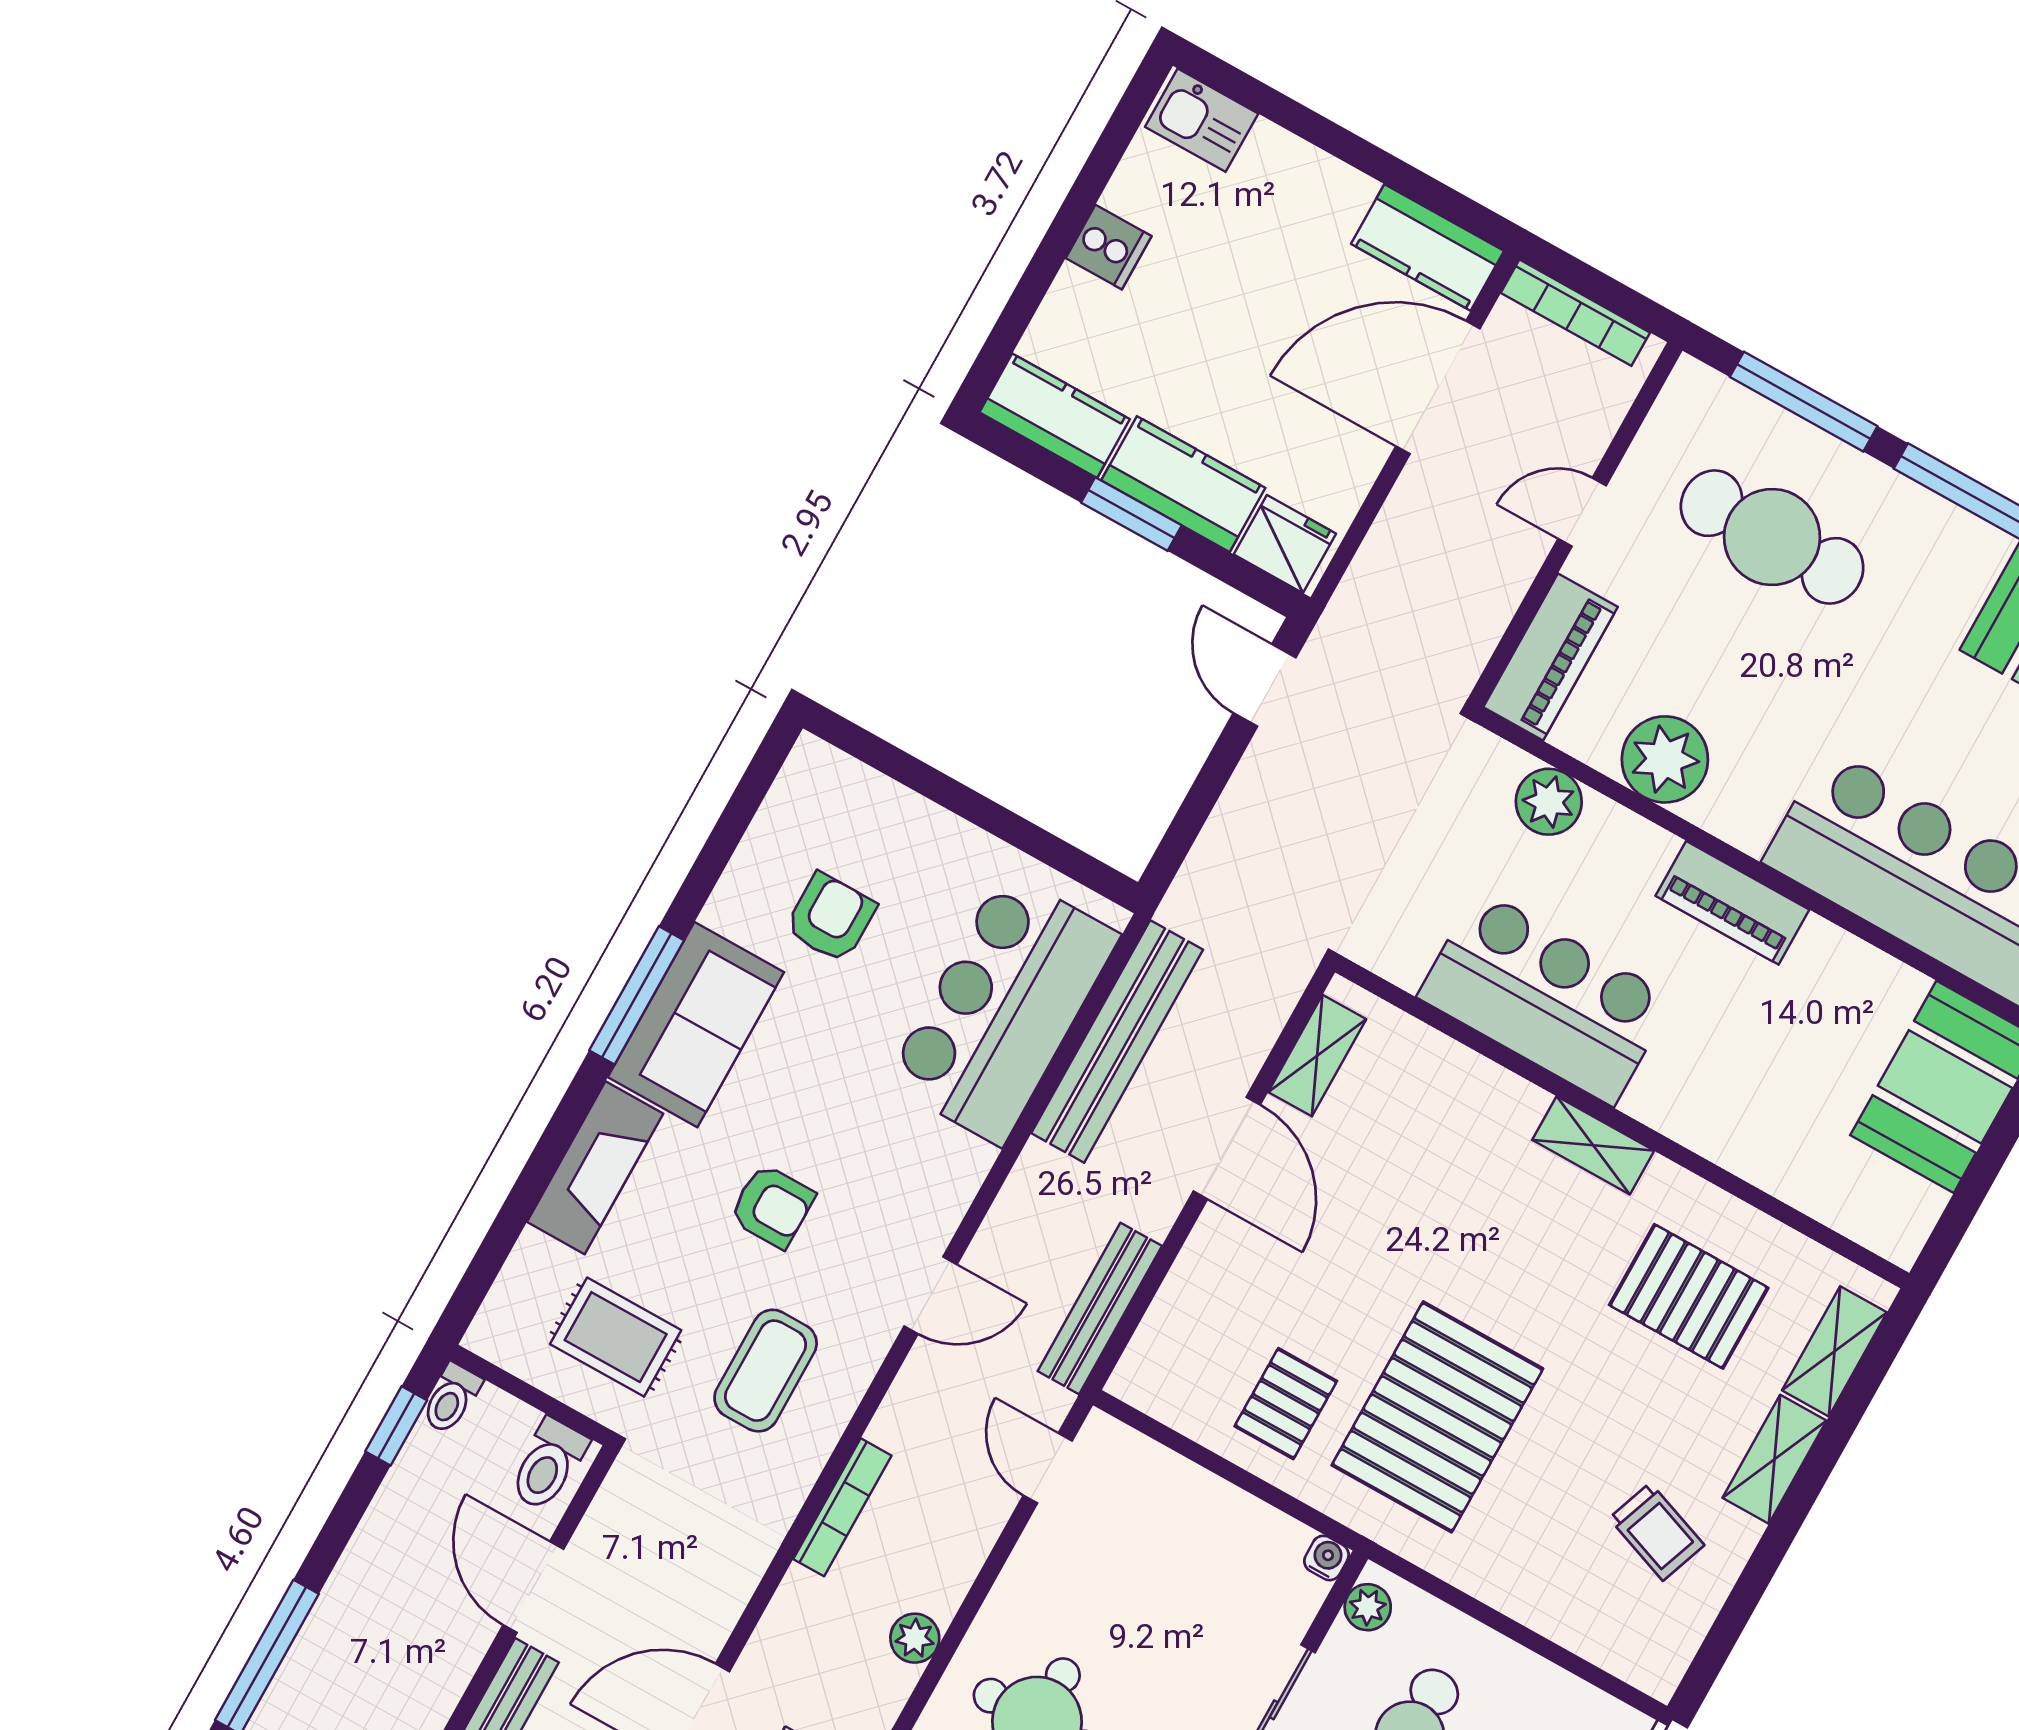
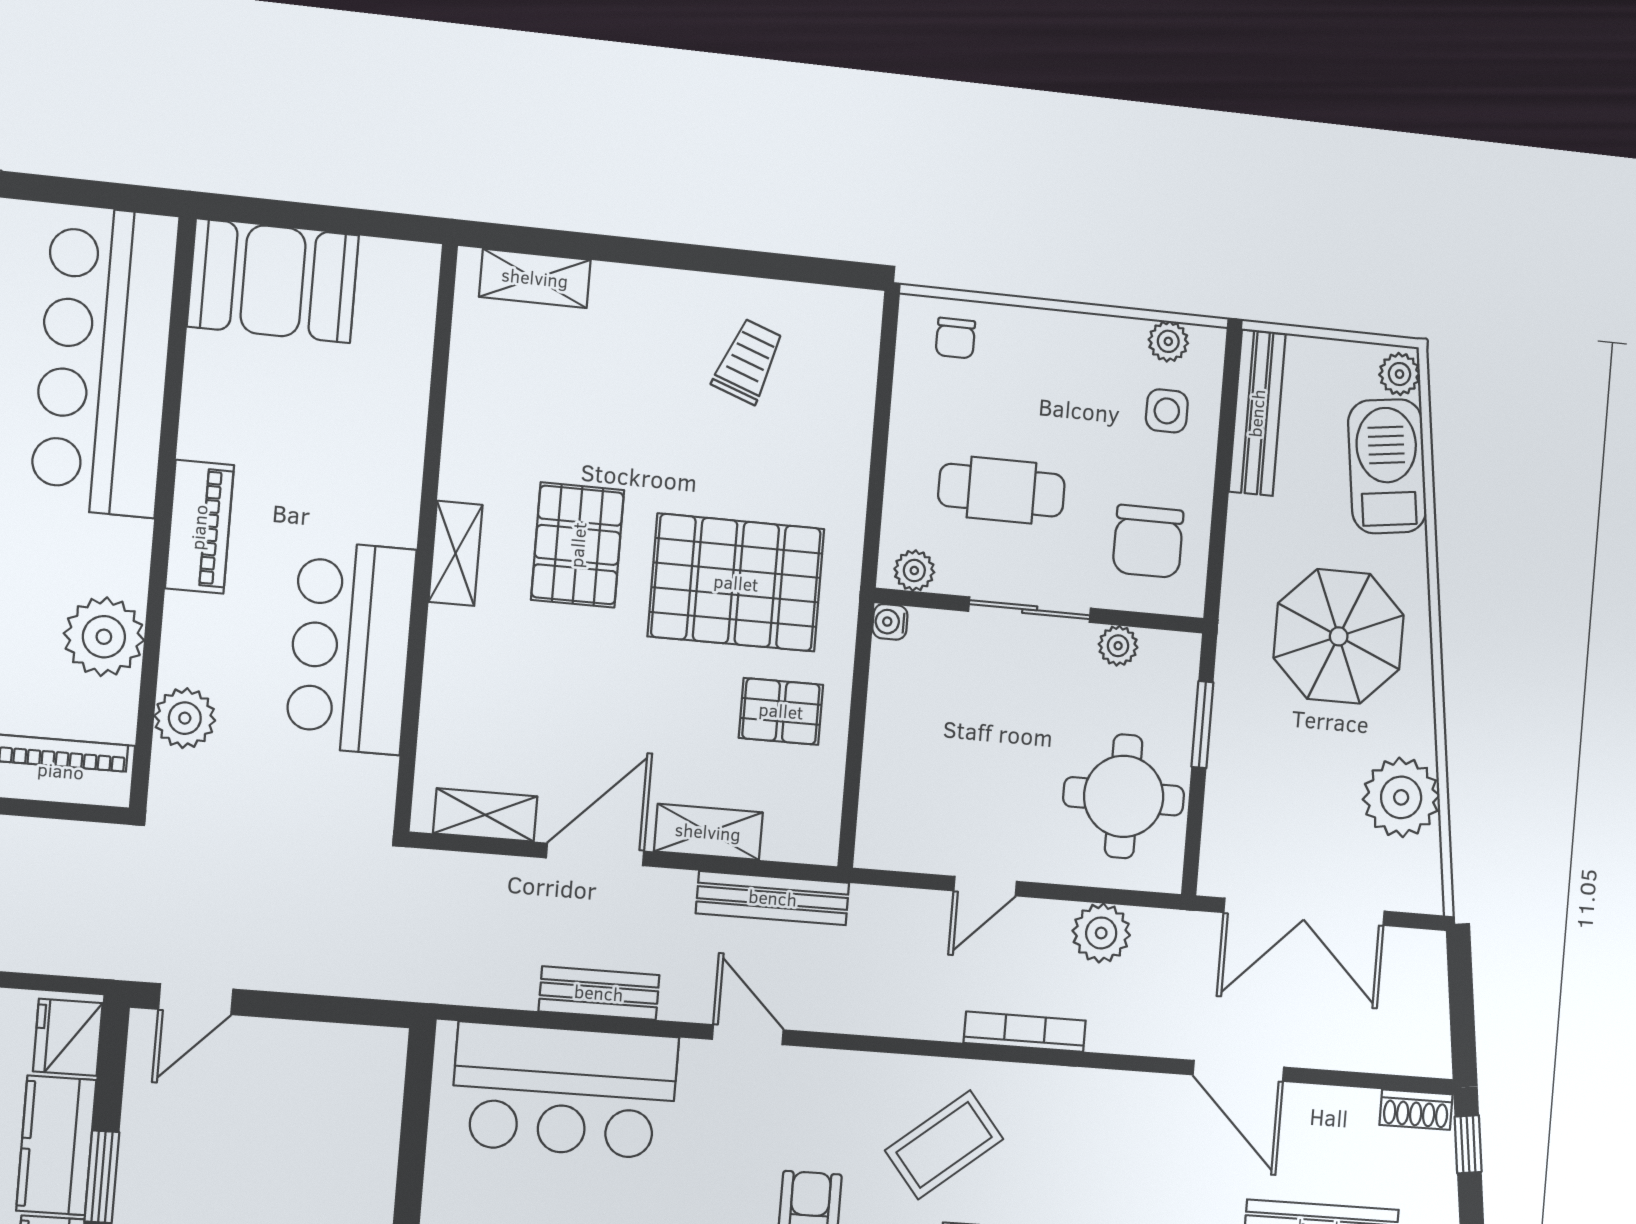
bench: (1117, 1041) -> (599, 993), width x0.54, depth x0.82
door: (930, 1295) -> (748, 1035), moved
pallet: (1689, 1296) -> (578, 545), moved
coffee table: (766, 1371) -> (944, 1145), turned -39
shelving: (1775, 1459) -> (708, 832), moved
door: (1048, 1468) -> (985, 886), moved
plant: (915, 1638) -> (1101, 933), width x1.38, depth x1.38

